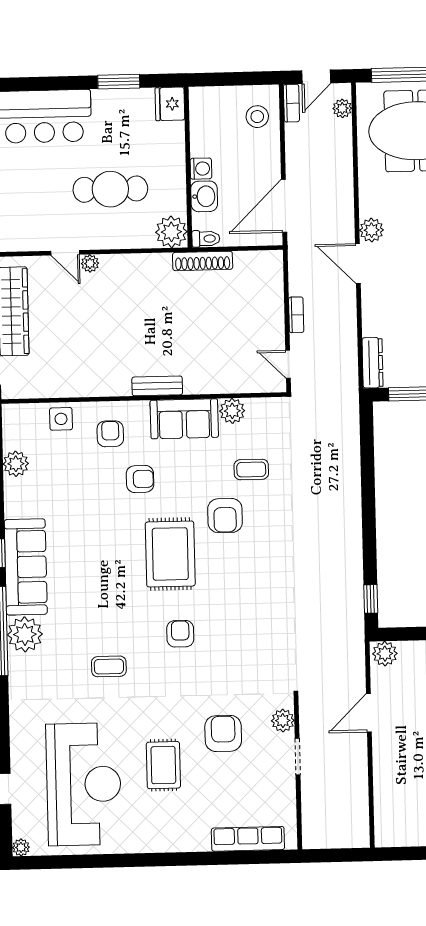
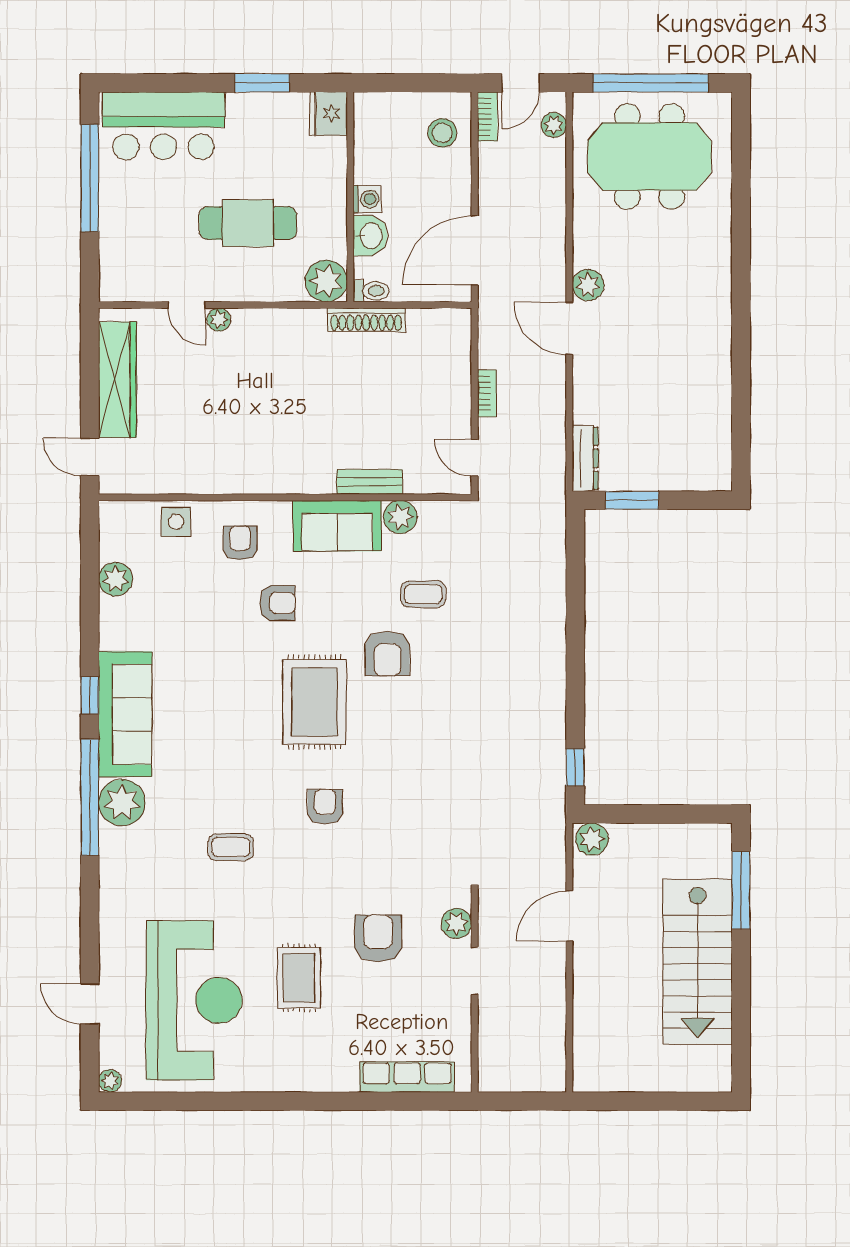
bench: (157, 386) -> (370, 482), moved

